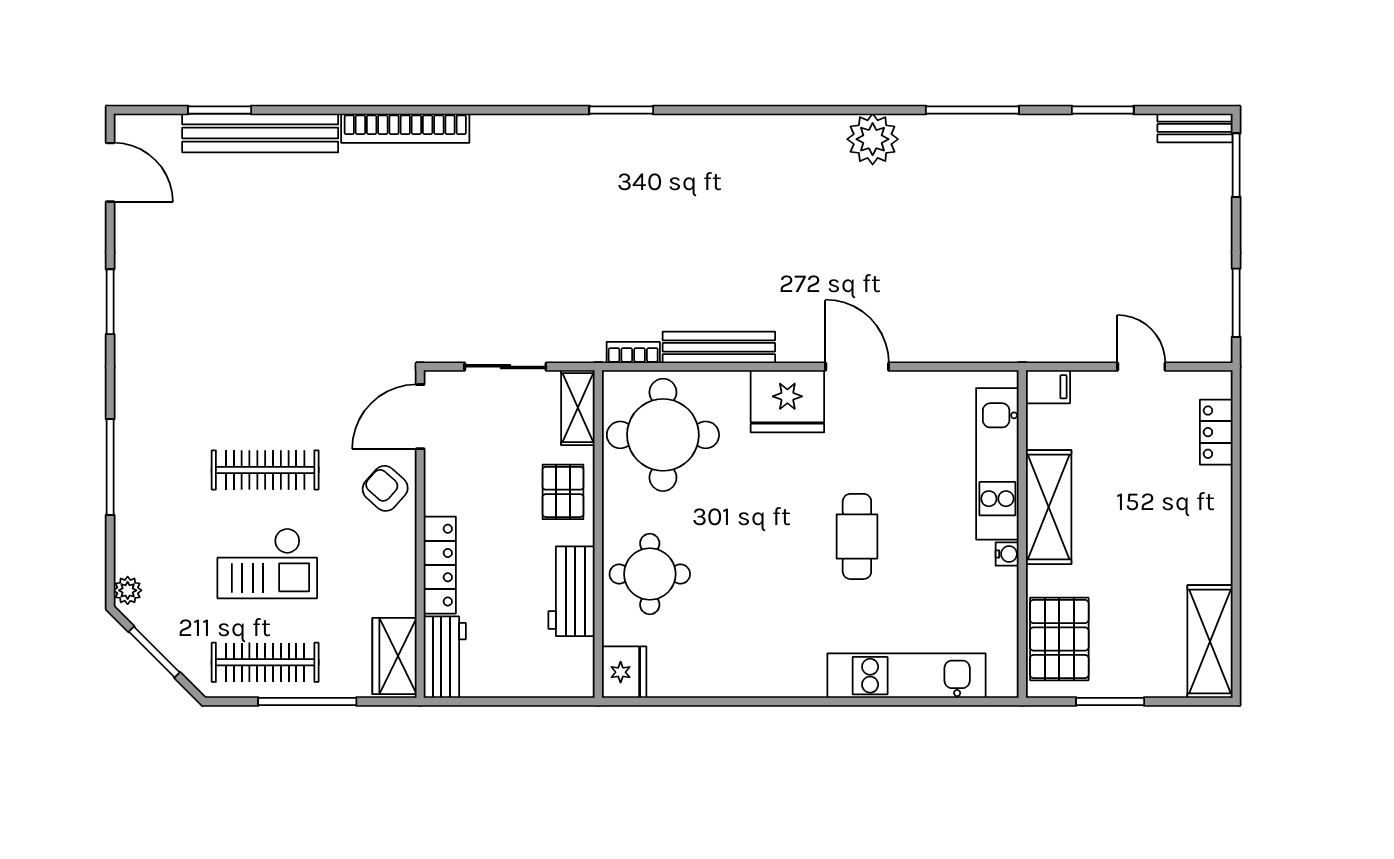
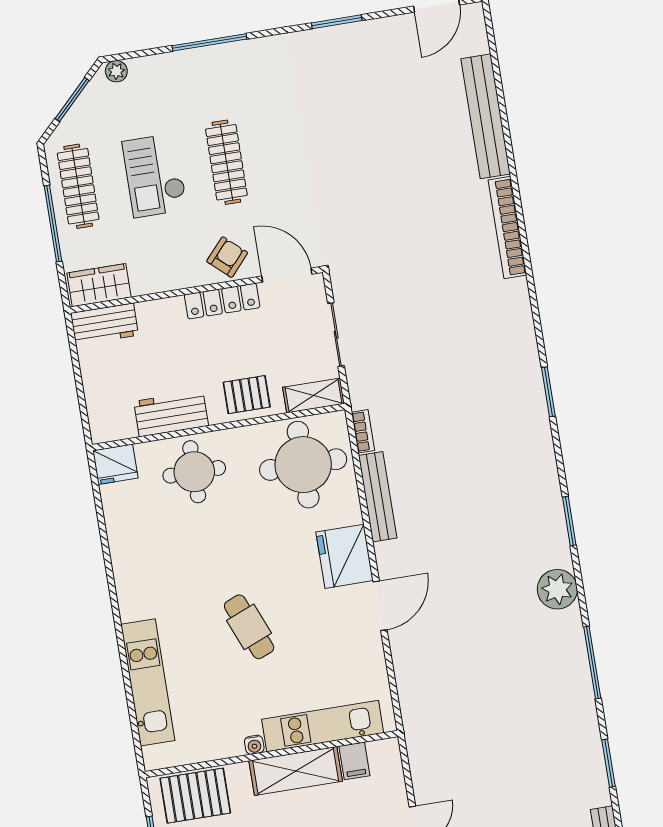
window: (220, 110) -> (569, 521), moved
filing cabinet: (1048, 387) -> (354, 761), moved
cafe table: (857, 536) -> (249, 627), turned 68
locker: (440, 565) -> (222, 301), moved

